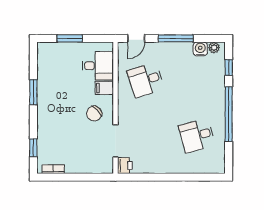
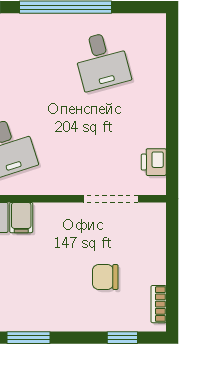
chair: (94, 114) -> (105, 277), moved, turned 134
printer: (125, 166) -> (154, 162), moved, turned -90

